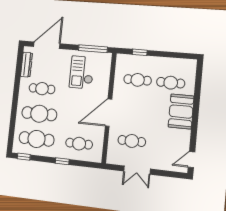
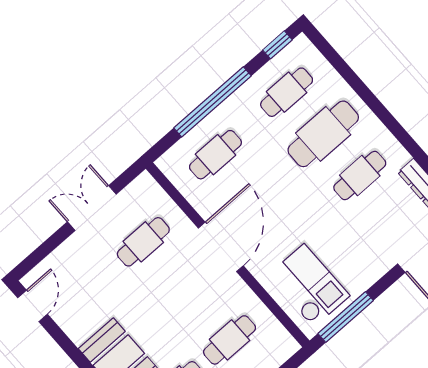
checkout: (82, 72) -> (309, 286), moved
cafe table: (37, 139) -> (287, 92), width x0.73, depth x0.74
window: (62, 161) -> (213, 102), width x3.17

